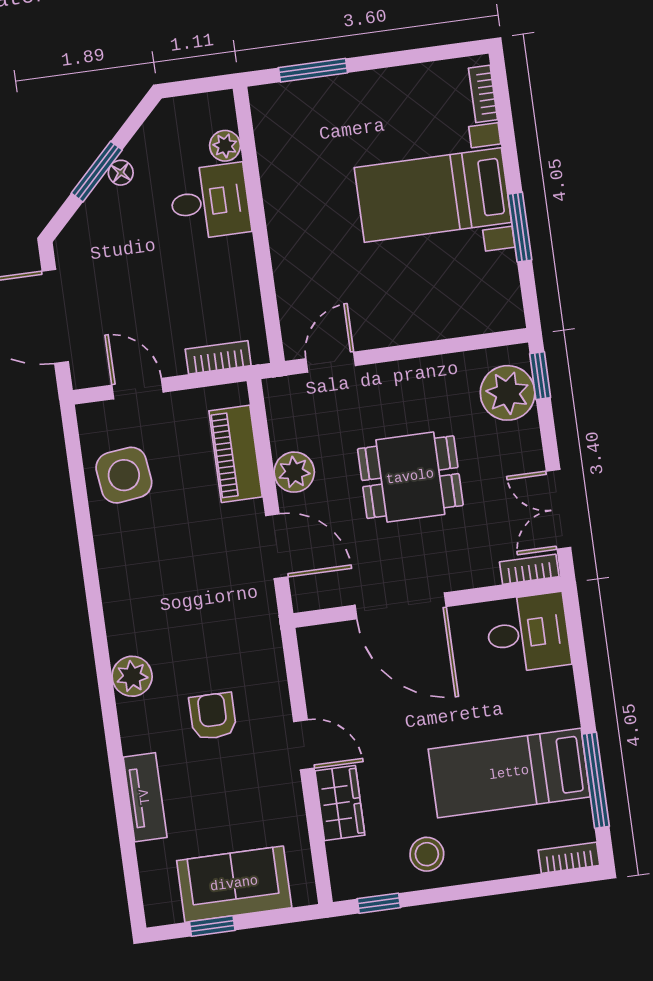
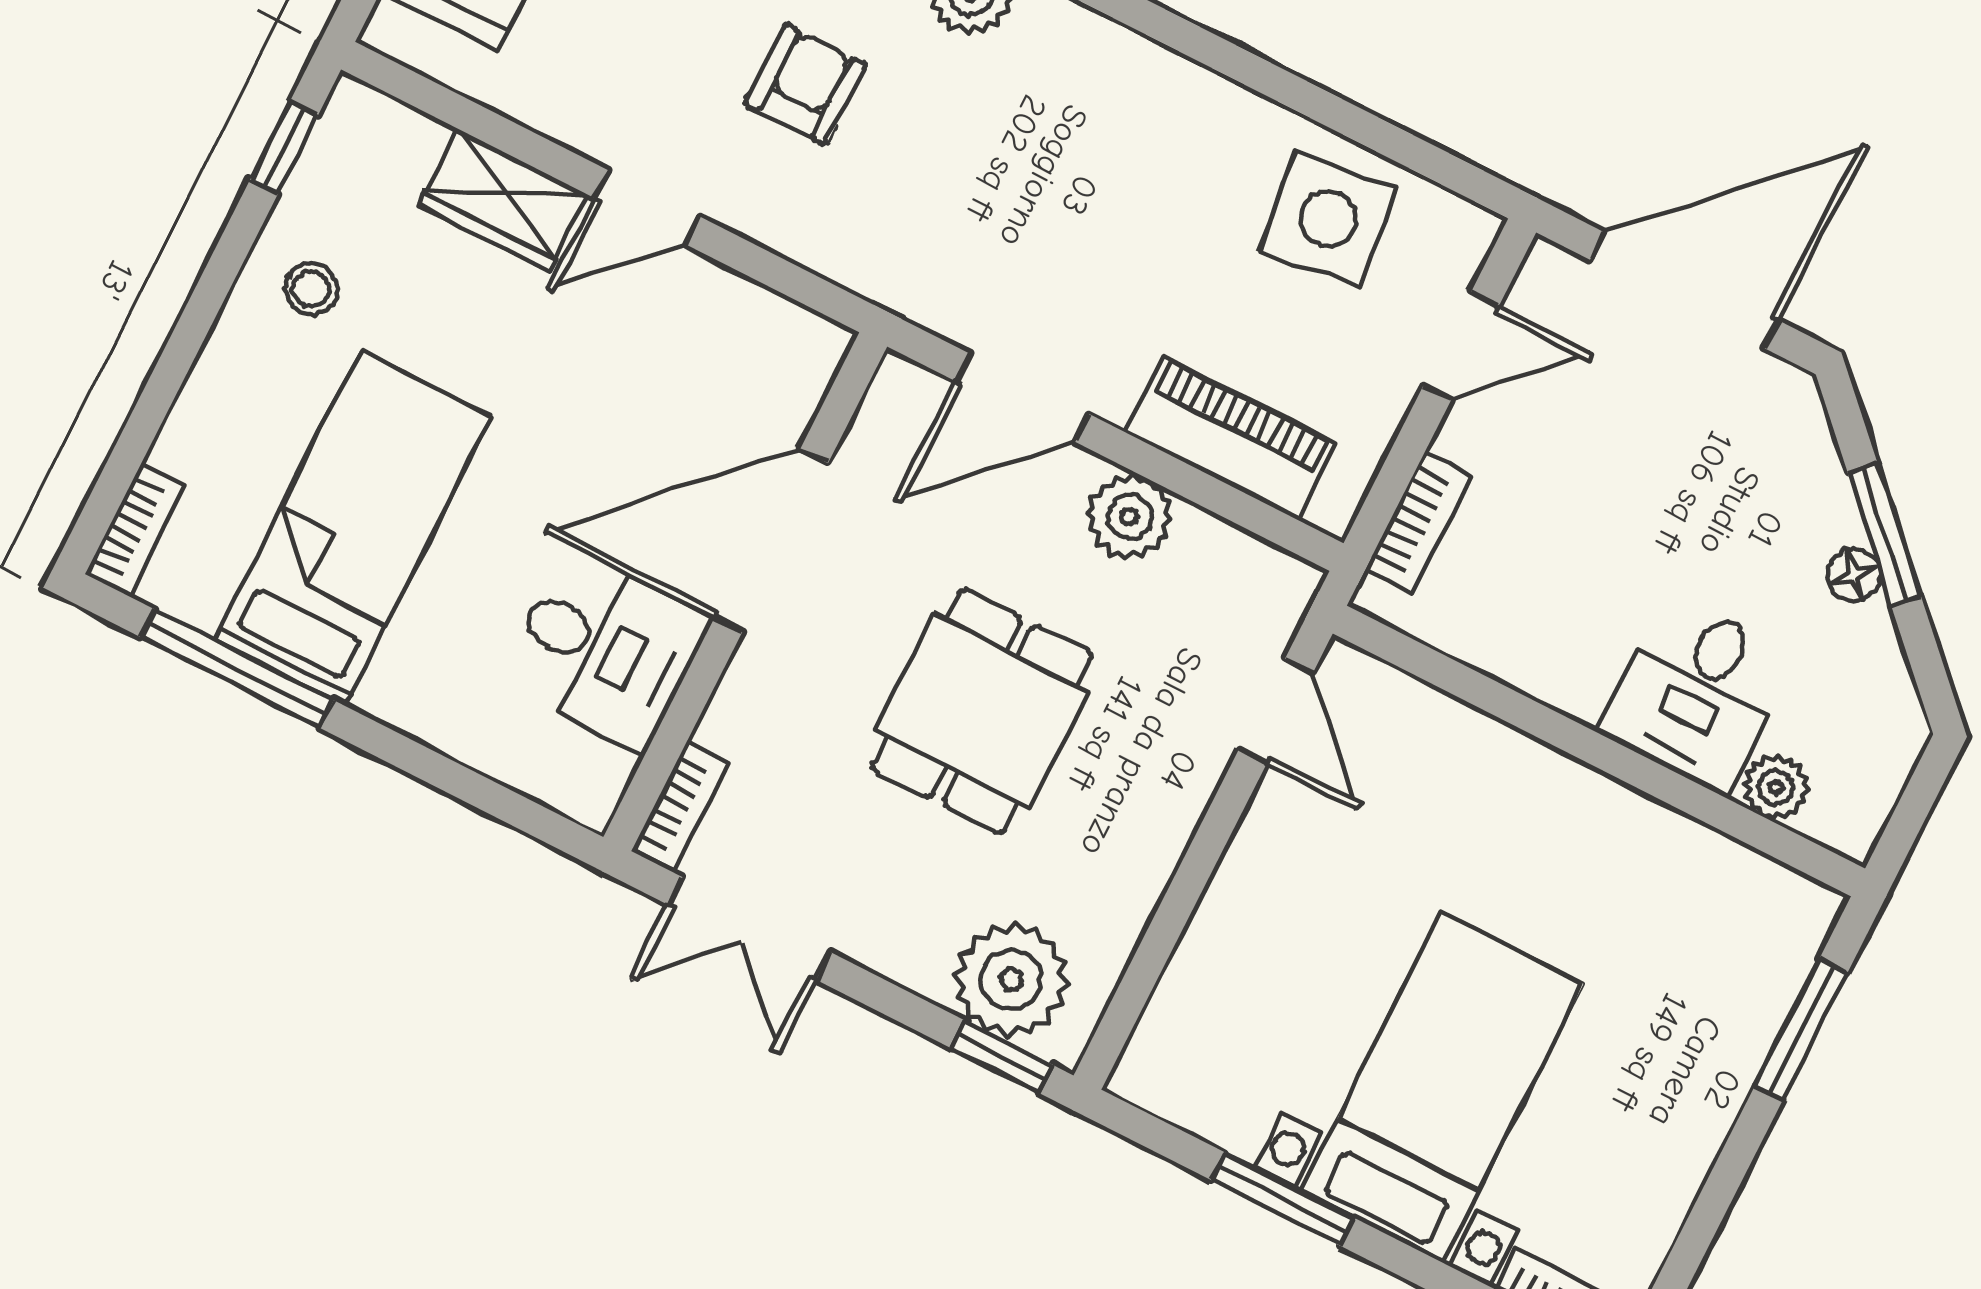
double door: (558, 509) -> (749, 929), swing flipped
desk: (528, 633) -> (605, 650), moved, turned -90
armchair: (213, 716) -> (805, 84), turned -90
stool: (427, 854) -> (311, 289), width x0.73, depth x0.73

